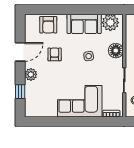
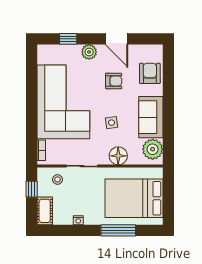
armchair: (48, 25) -> (150, 73), turned 90
corner sofa: (80, 101) -> (63, 102), width x1.36, depth x1.36

